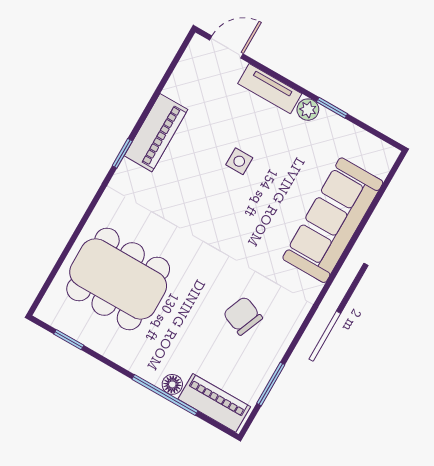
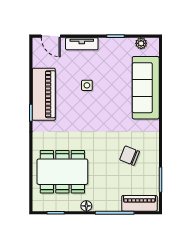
door: (226, 47) -> (51, 36), swing flipped
plant: (308, 110) -> (141, 43), moved
piano: (156, 133) -> (44, 94), width x1.37, depth x1.33
floor lamp: (172, 384) -> (86, 206), moved

